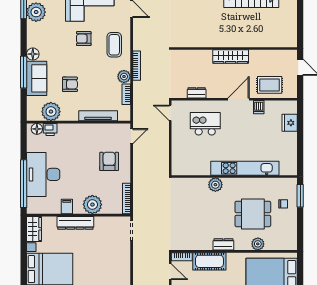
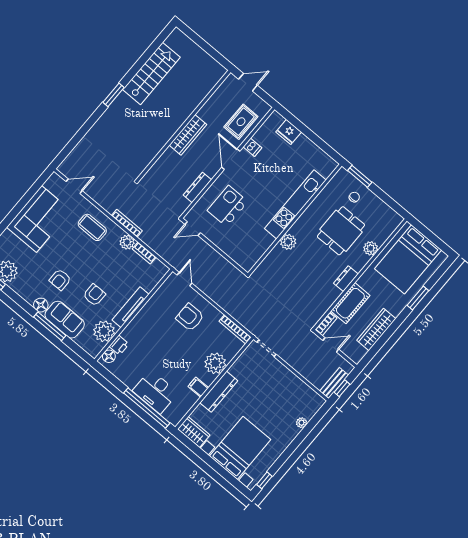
armchair: (84, 39) -> (60, 280), moved
dresser: (197, 93) -> (197, 187), width x1.44
tv unit: (98, 116) -> (131, 307), moved
desk: (43, 174) -> (155, 392), width x0.73, depth x0.77

